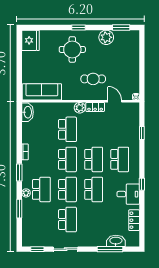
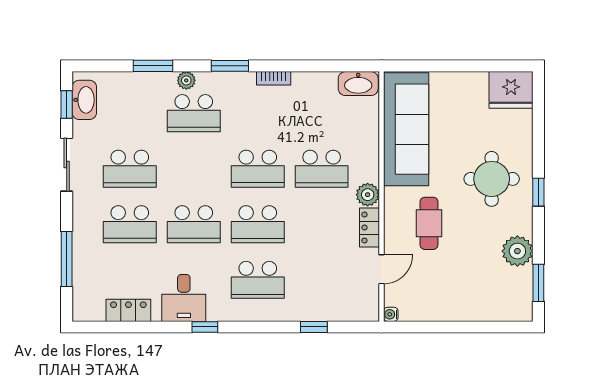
sofa: (42, 92) -> (406, 129), width x1.36, depth x1.27
school desk: (67, 189) -> (130, 224), moved
washbasin: (116, 241) -> (84, 100), moved

